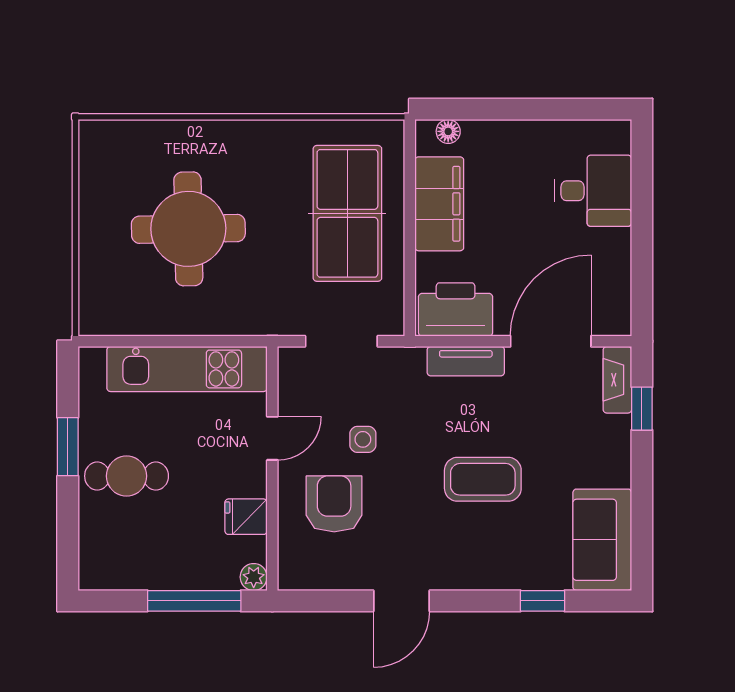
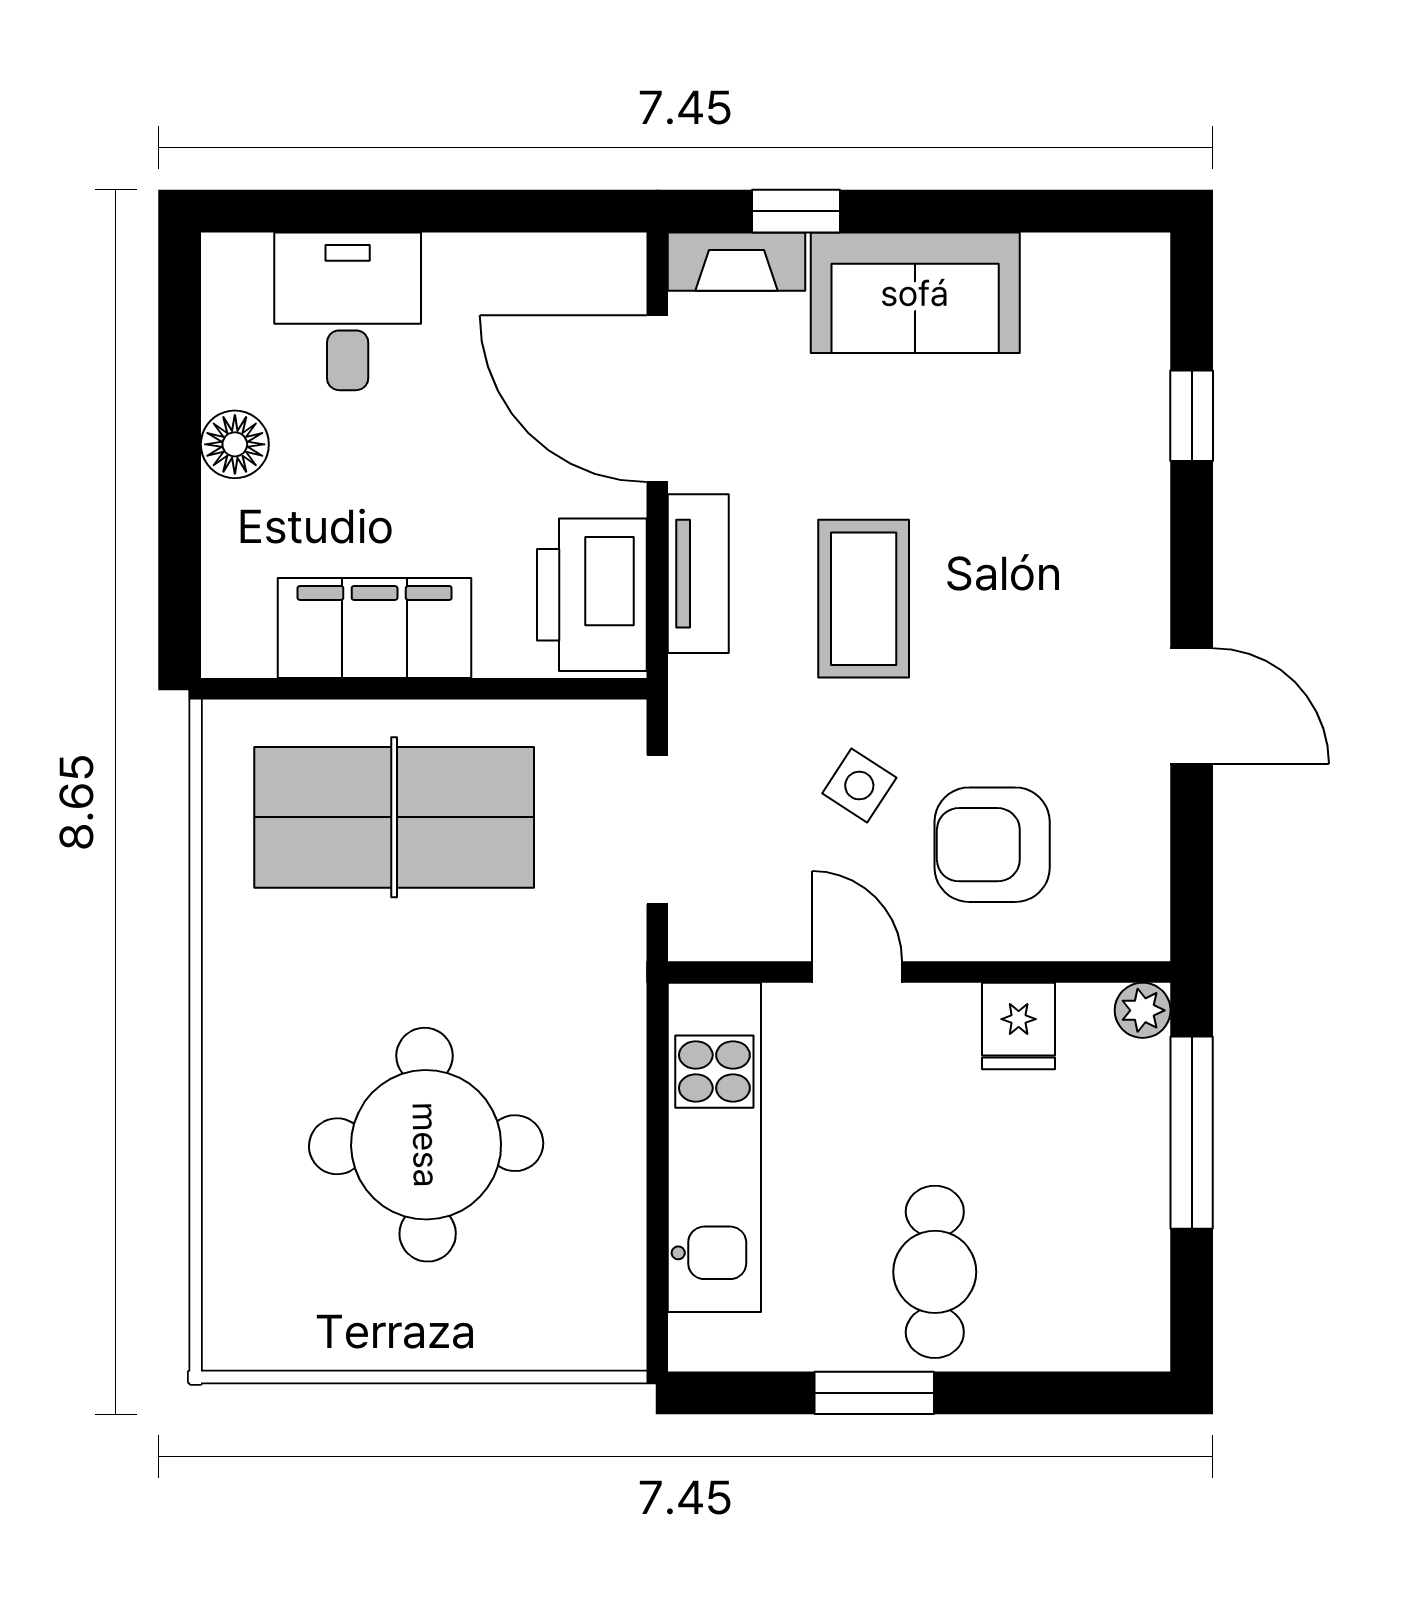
floor lamp: (448, 131) -> (235, 444), moved, width x1.37, depth x1.37
side table: (363, 439) -> (859, 786), turned 33
coffee table: (483, 479) -> (864, 599), moved
sofa: (602, 540) -> (915, 293), moved

